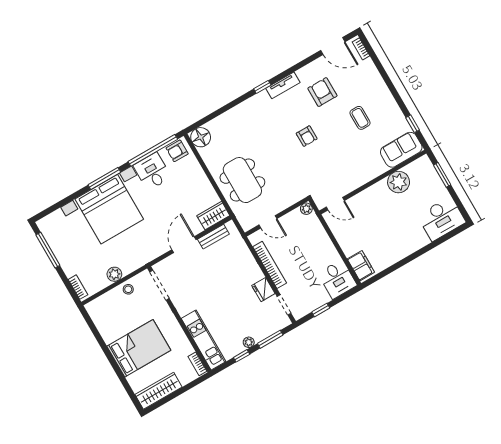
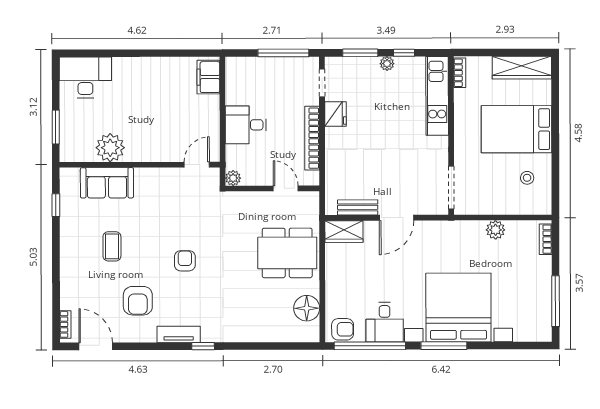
floor lamp: (201, 137) -> (307, 308), moved
sofa: (401, 150) -> (107, 183), moved
dining table: (242, 180) -> (287, 253), turned 90
door: (335, 204) -> (197, 165), hinge flipped
desk: (337, 279) -> (246, 125), moved, turned -90
stool: (128, 289) -> (527, 178), moved
window: (321, 310) -> (283, 53), width x2.17

